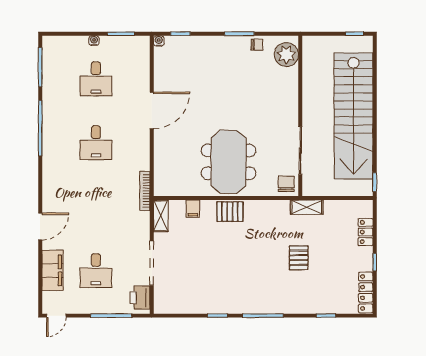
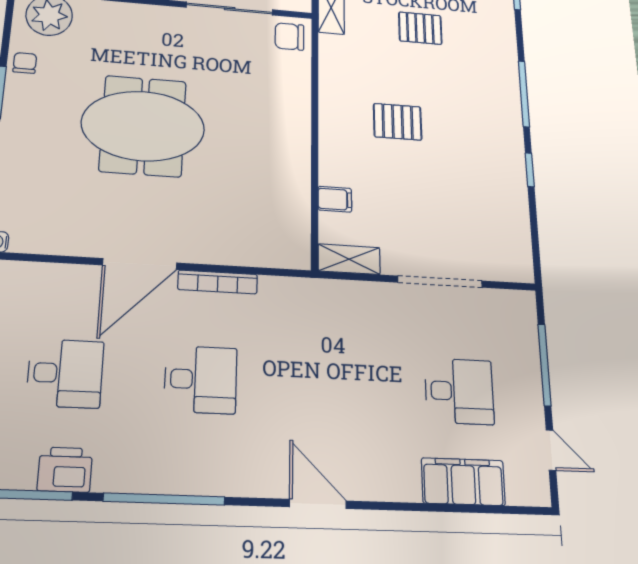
door: (152, 110) -> (140, 264), swing flipped
meeting table: (228, 162) -> (143, 126), moved
bookcase: (145, 191) -> (218, 282), moved
pallet: (230, 212) -> (398, 122), moved, turned 90
door: (40, 227) -> (318, 504), moved
printer: (140, 298) -> (65, 470), moved, turned 180
door: (56, 316) -> (551, 450), moved

